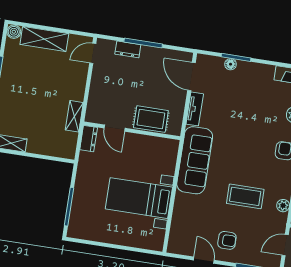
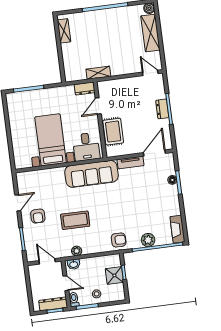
dresser: (128, 49) -> (162, 109), moved
desk: (160, 157) -> (86, 147), added
coffee table: (245, 196) -> (75, 220), turned 90

